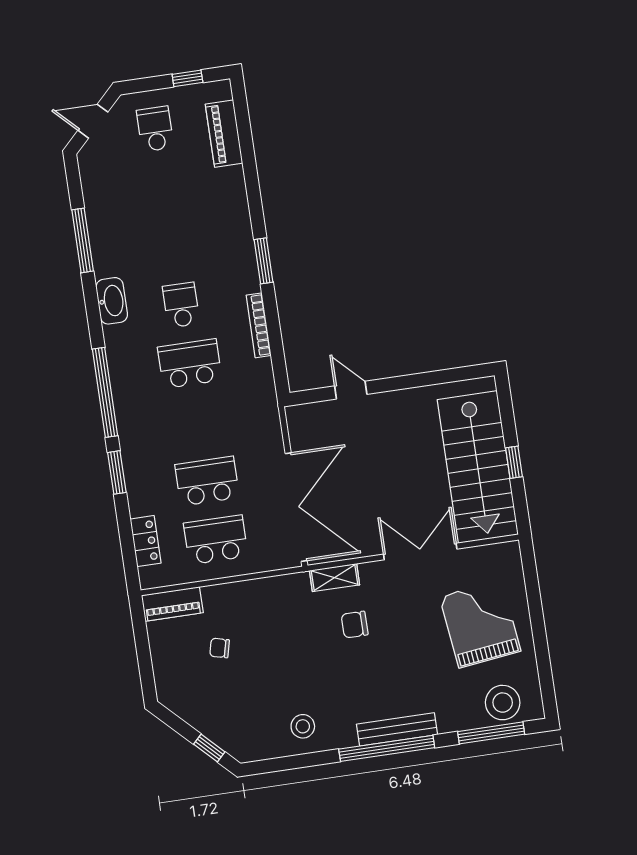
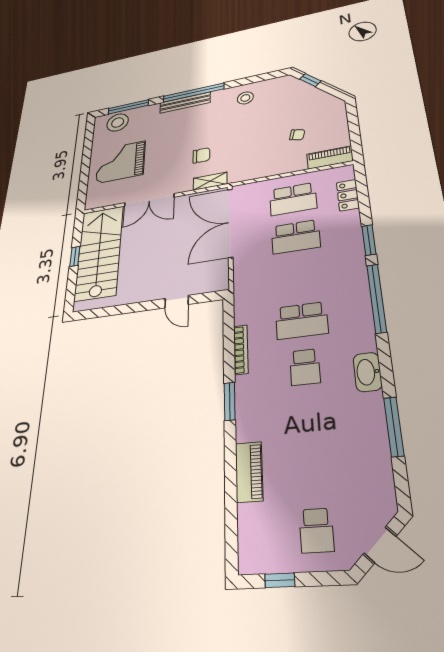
piano: (224, 134) -> (249, 472), moved
grand piano: (480, 624) -> (121, 162), turned 97

